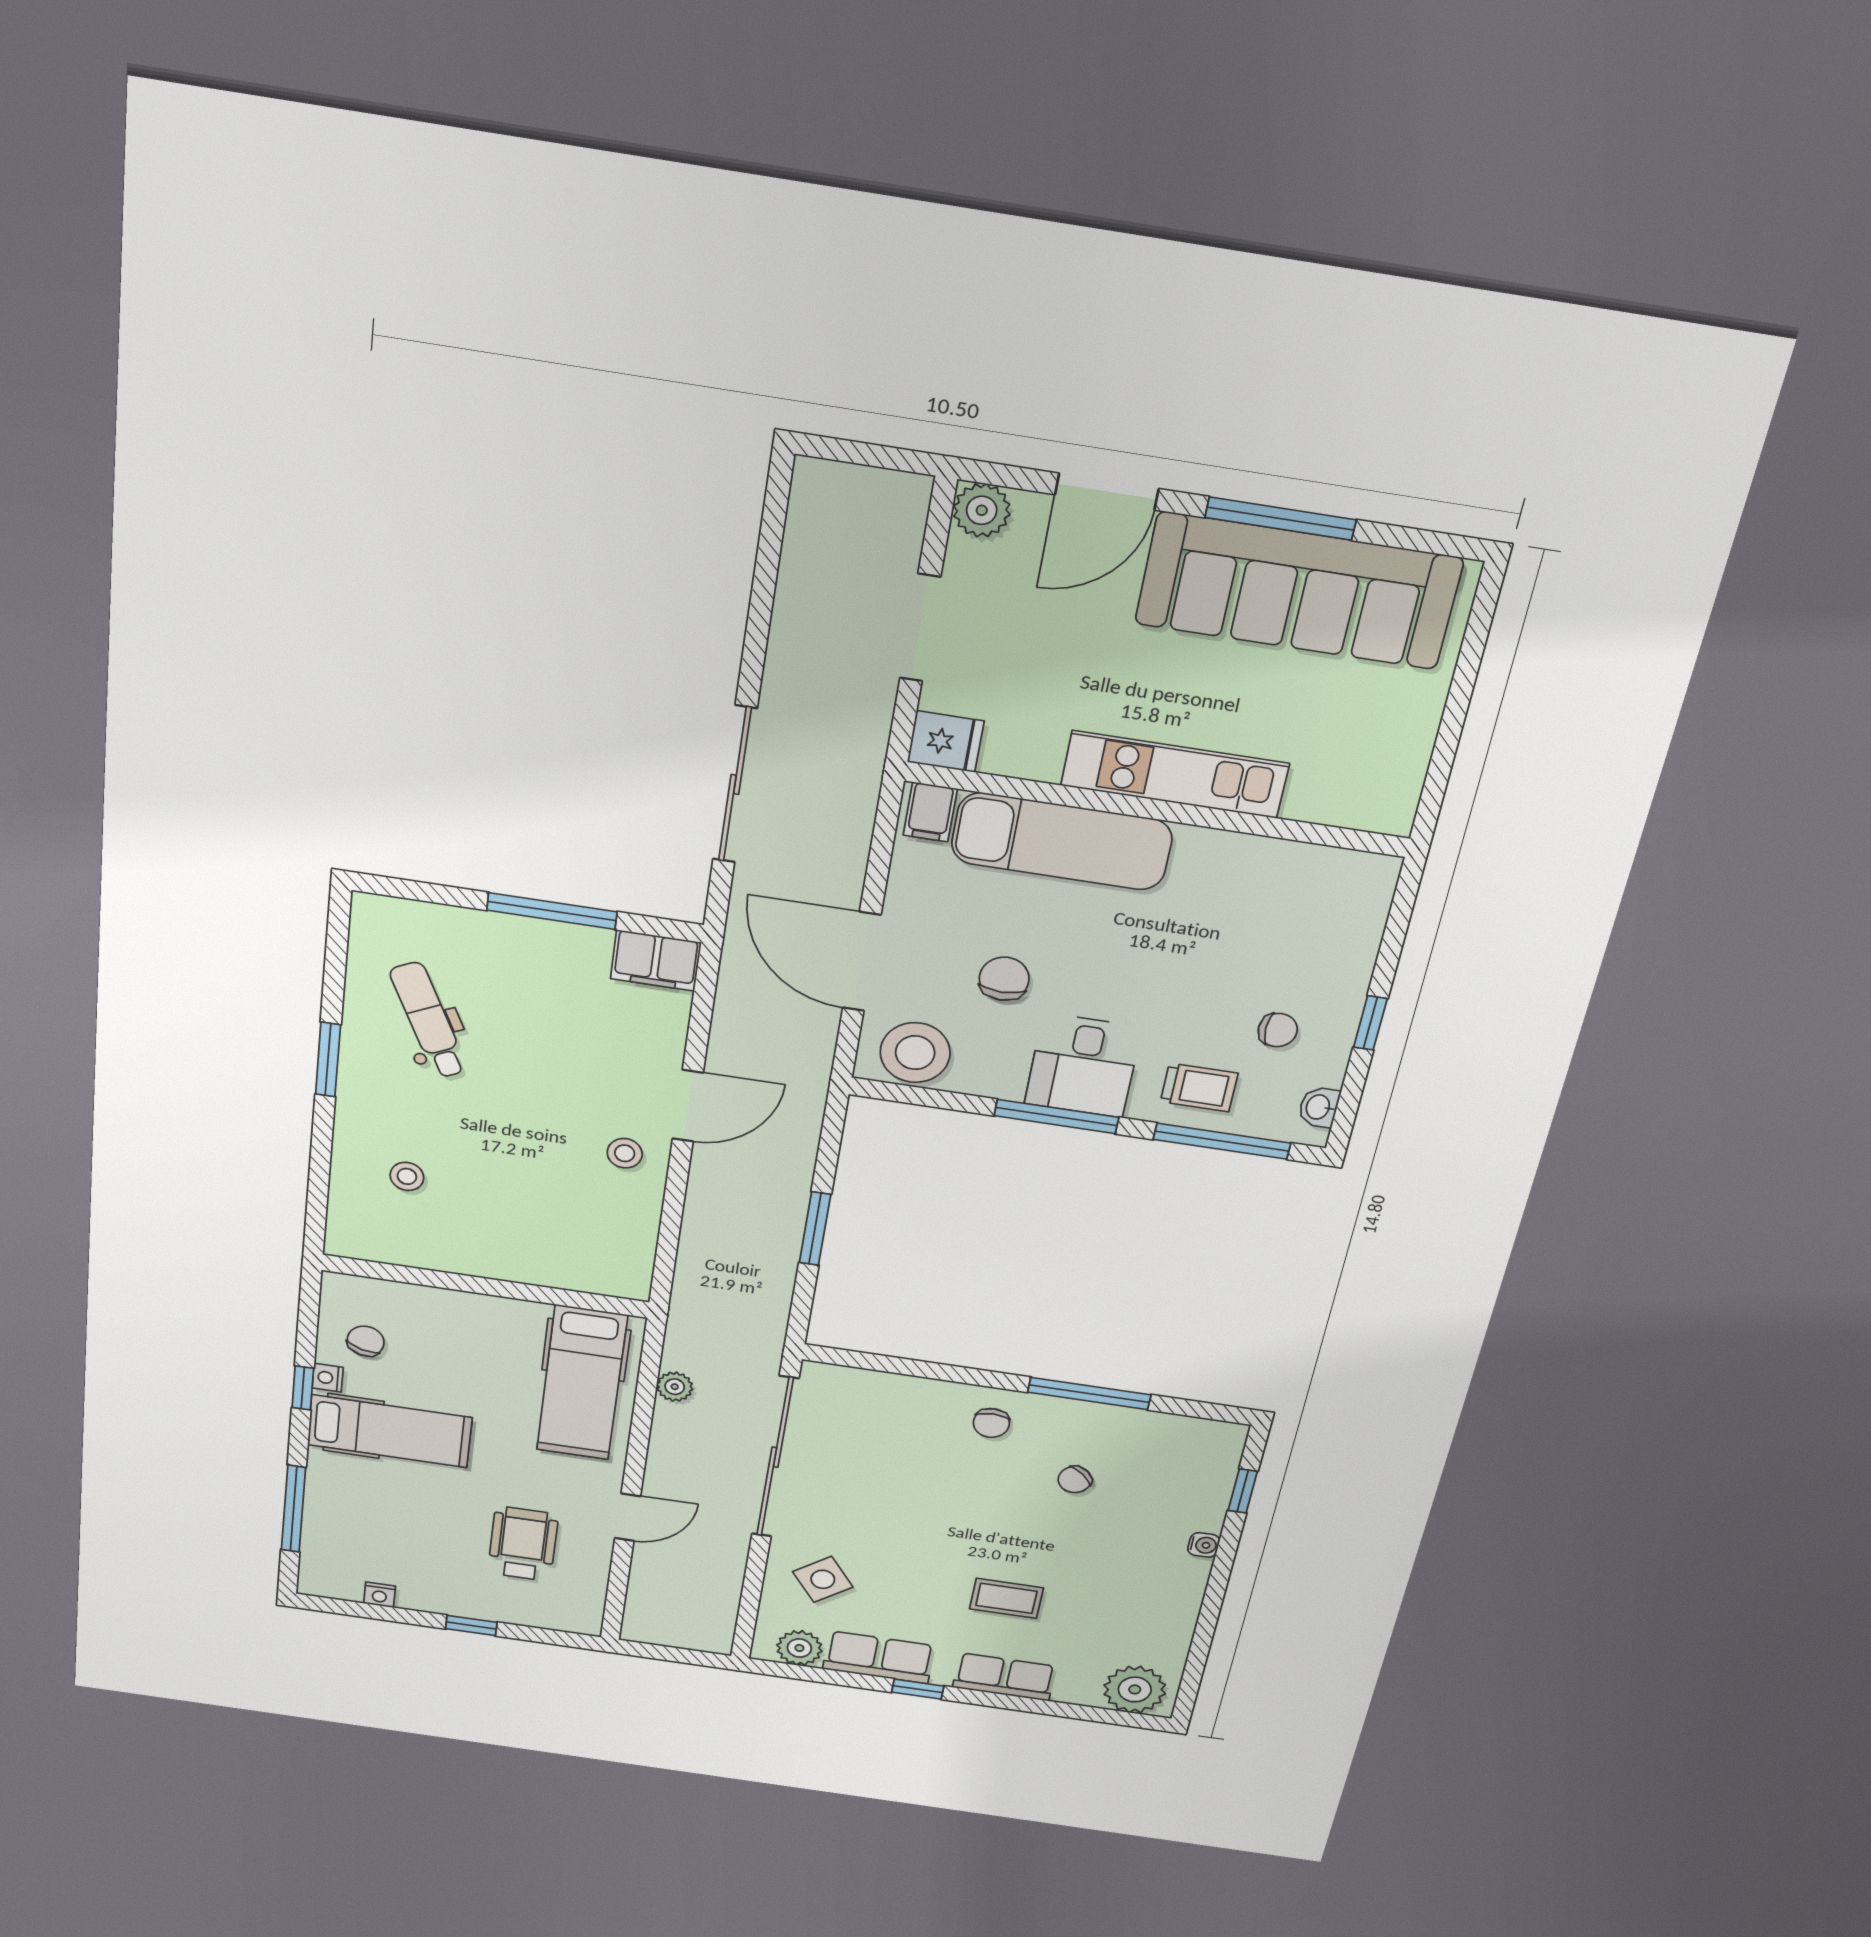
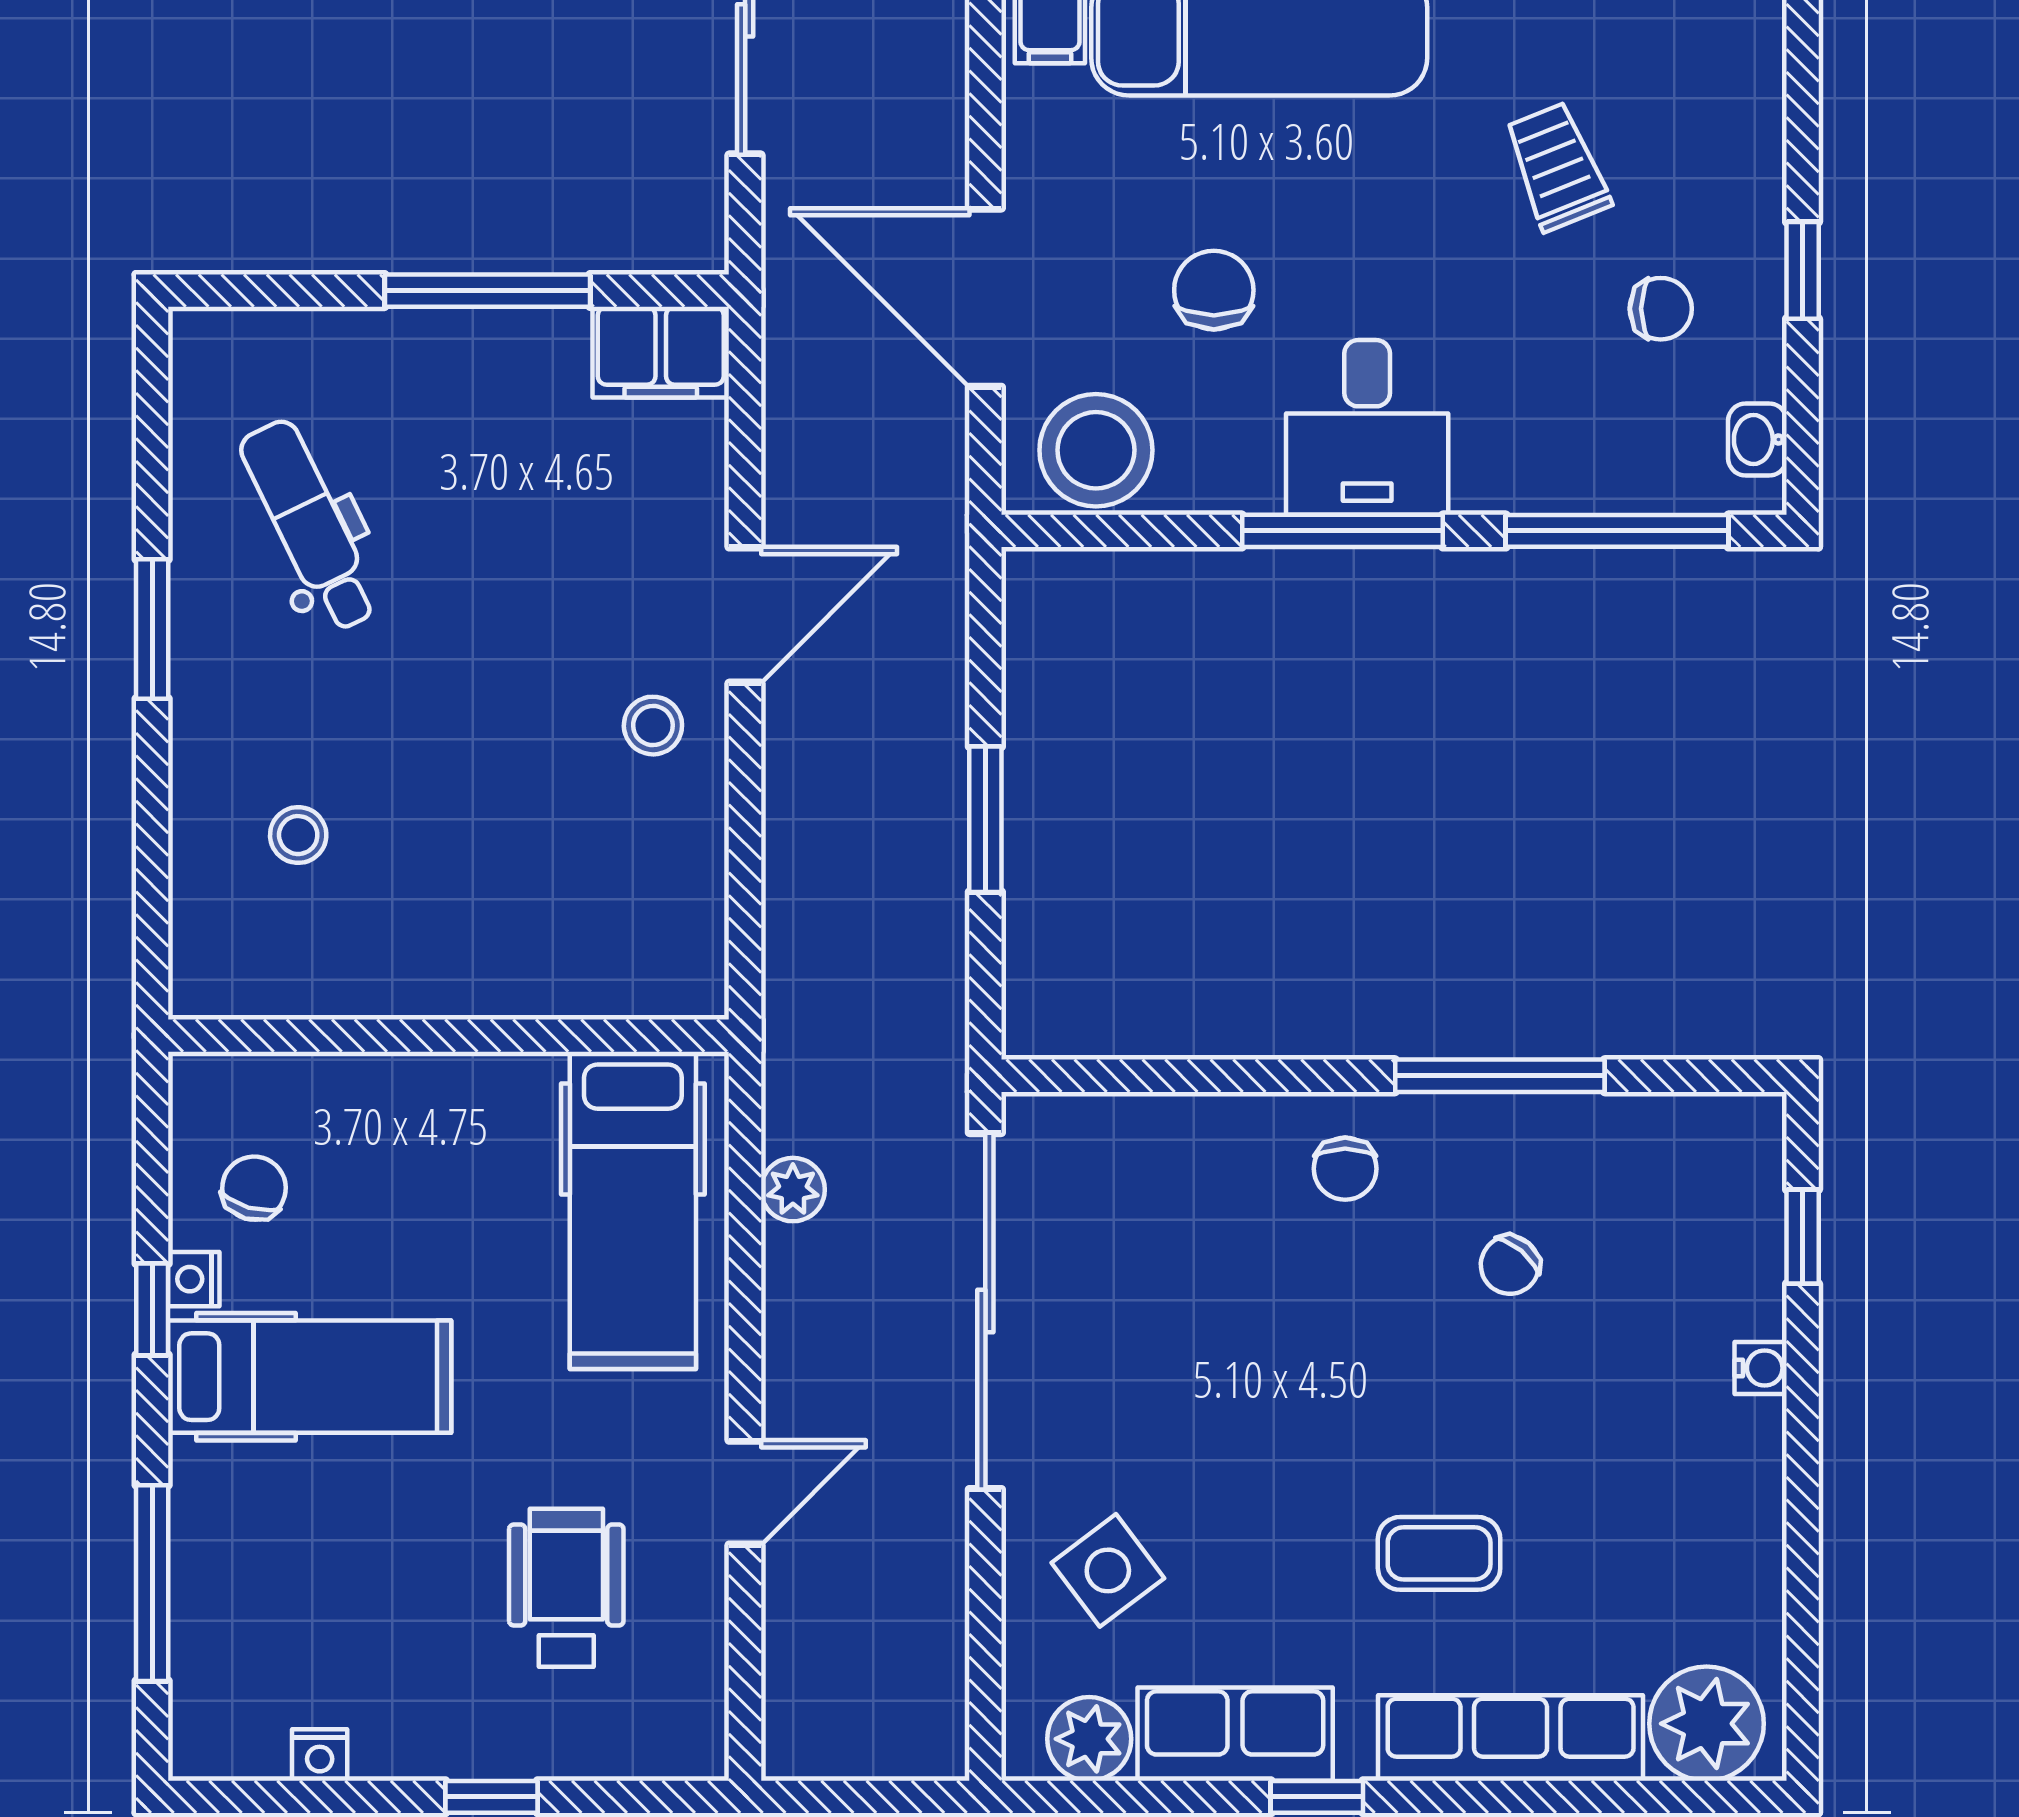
trolley: (1199, 1088) -> (1557, 167), moved, turned -112
row of seats: (1004, 1677) -> (1511, 1738), width x1.48

